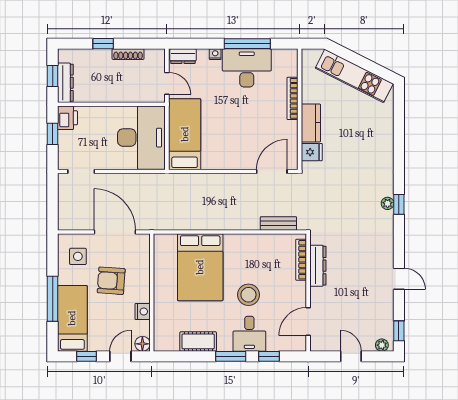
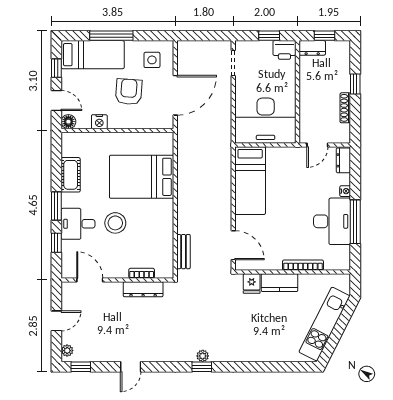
dresser: (65, 83) -> (312, 48), width x0.70
bed: (185, 134) -> (250, 181), moved, turned 90
bookcase: (301, 260) -> (142, 273), width x0.64

